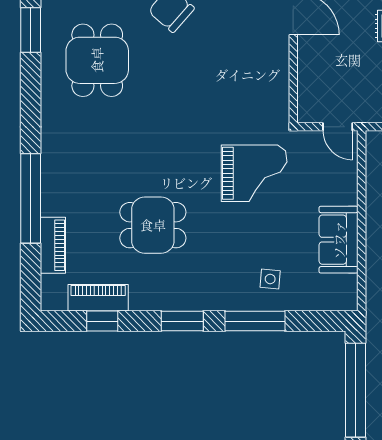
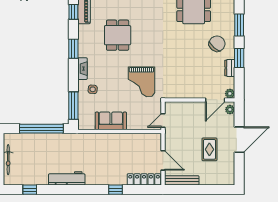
fireplace: (225, 301) -> (82, 69), added
window: (255, 321) -> (73, 106), moved

